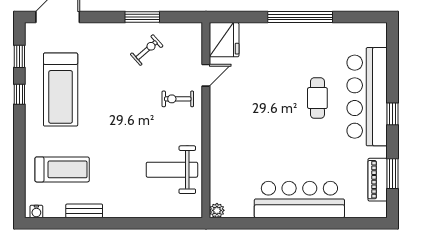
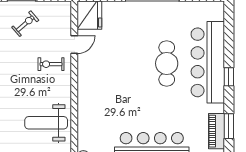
cafe table: (317, 98) -> (167, 63), width x1.37, depth x1.35

